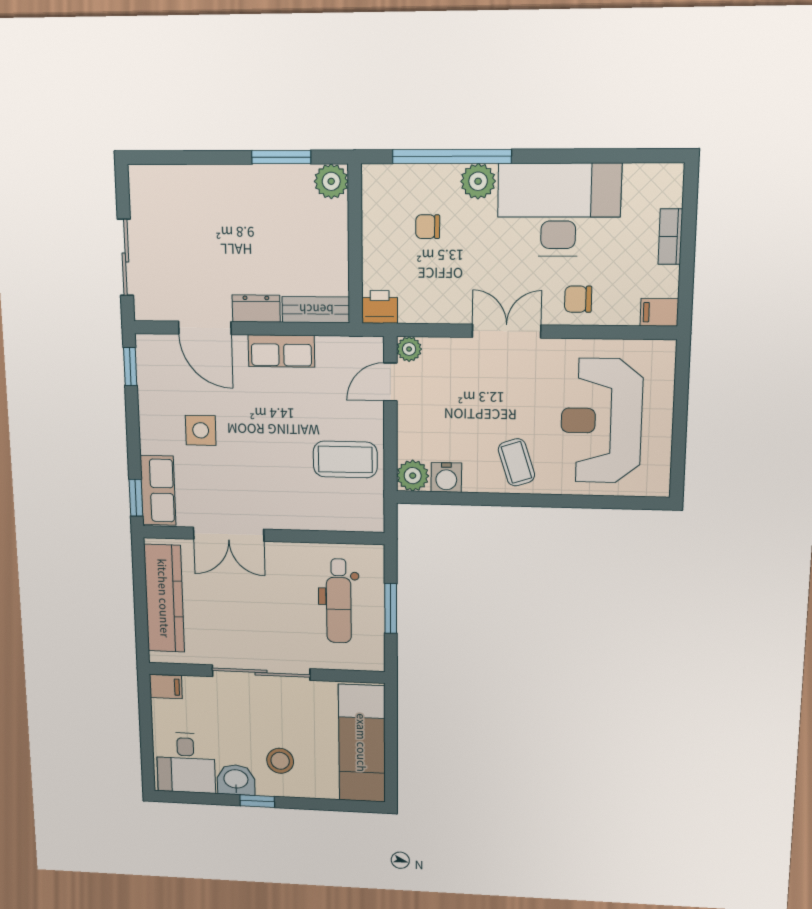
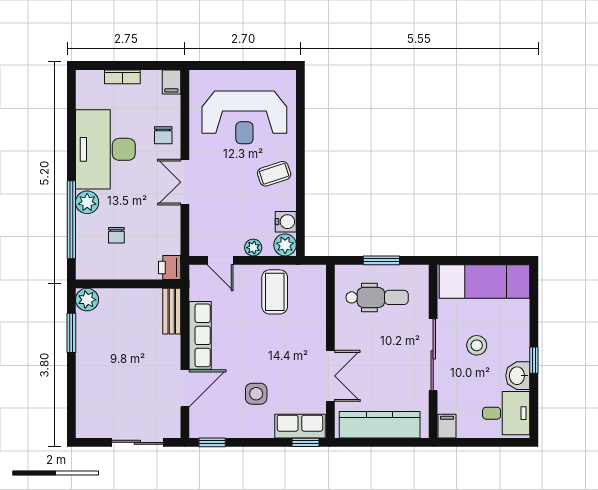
dresser: (256, 309) -> (171, 352), removed
plant: (409, 349) -> (253, 248), moved
row of seats: (281, 351) -> (200, 335), width x1.48
stool: (280, 761) -> (477, 345), moved

